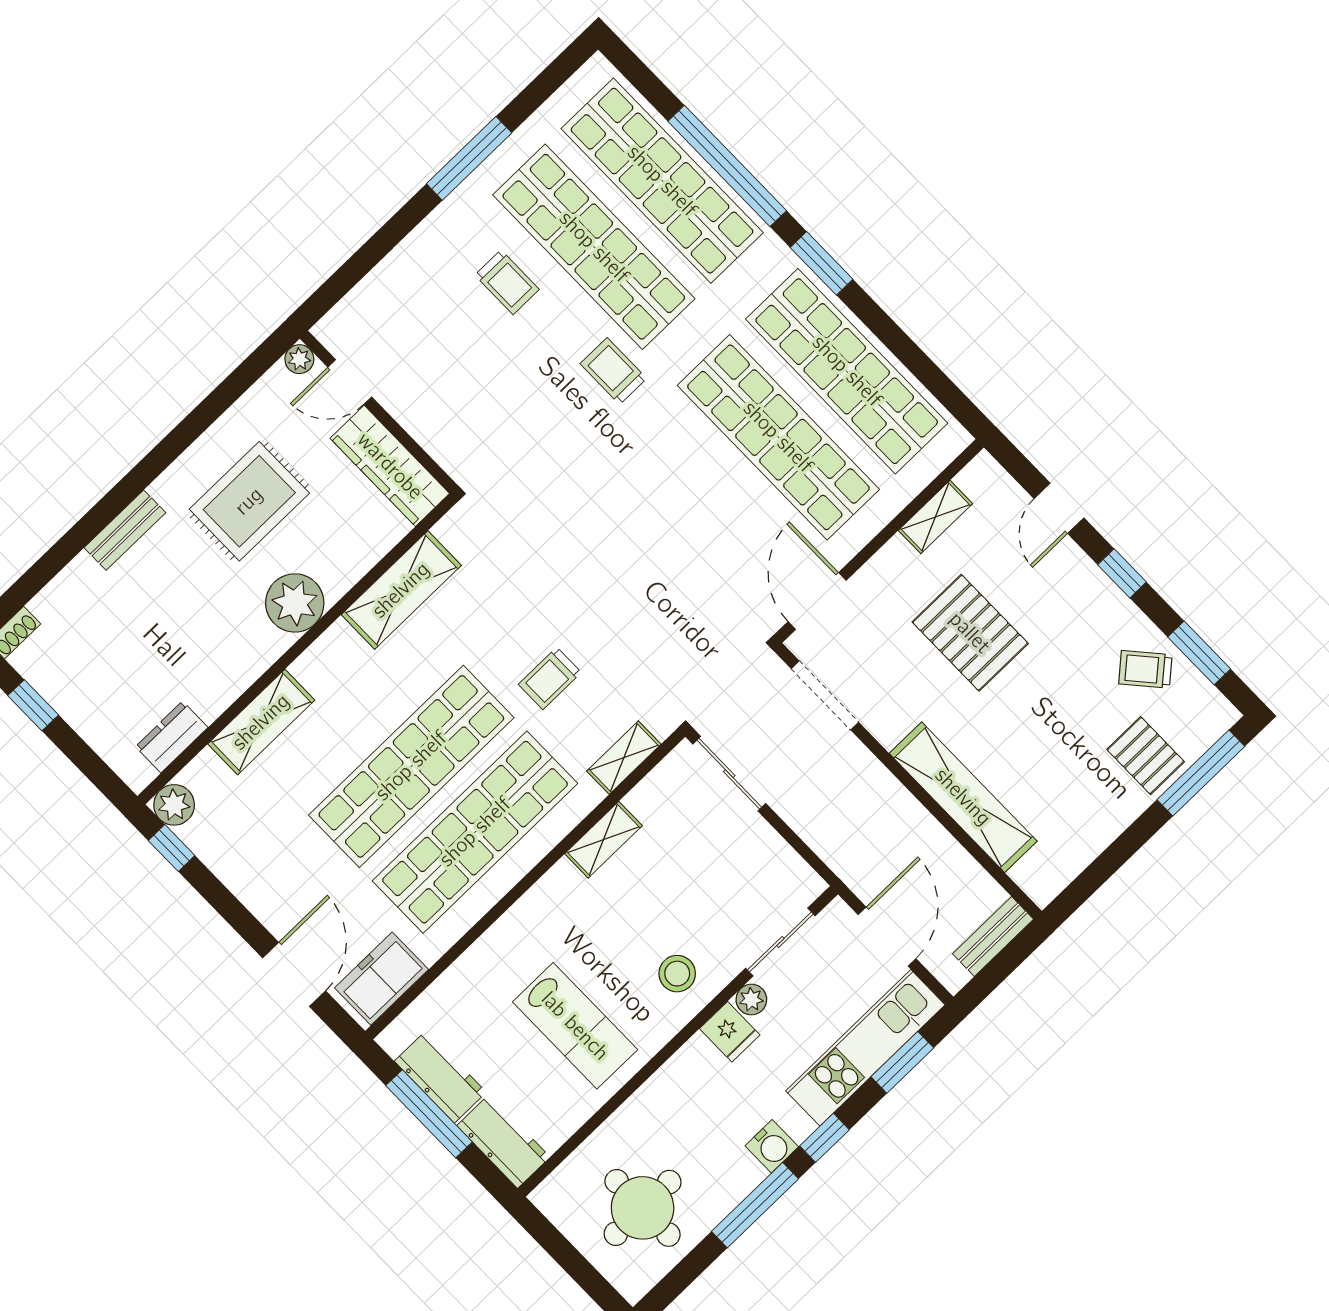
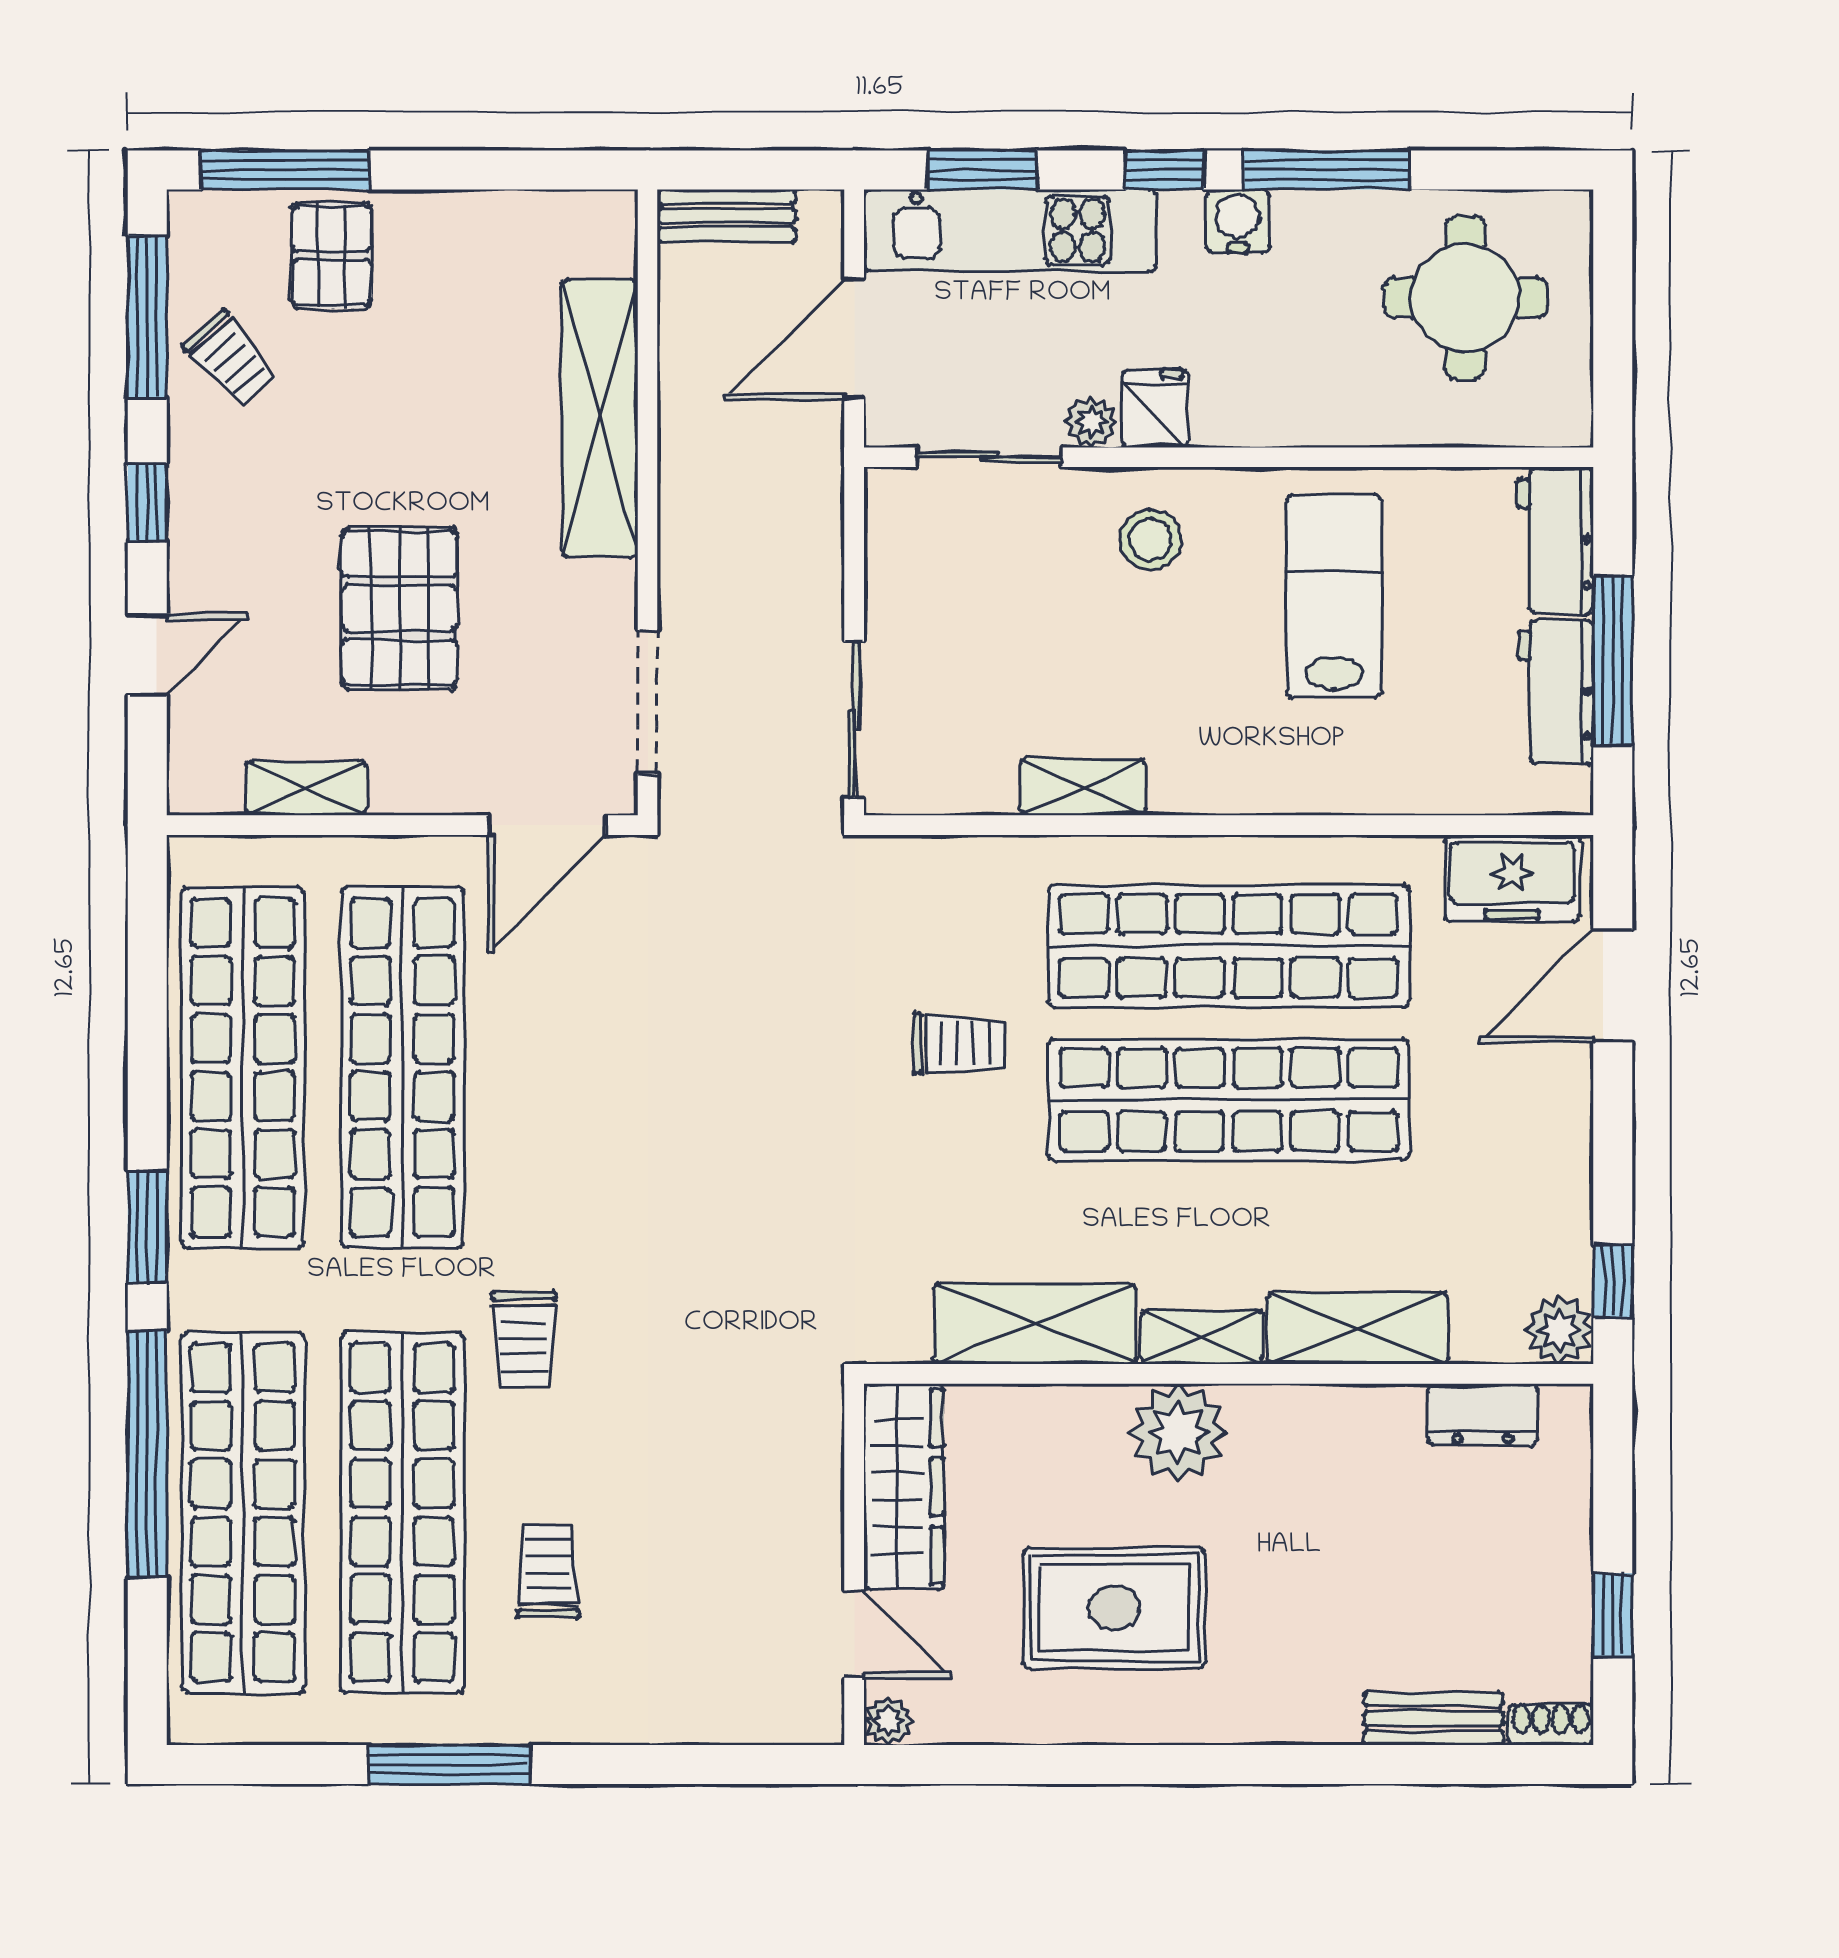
bench: (125, 530) -> (1433, 1718), moved
window: (1199, 653) -> (147, 317), width x1.44
shelving: (624, 758) -> (1202, 1337), moved

